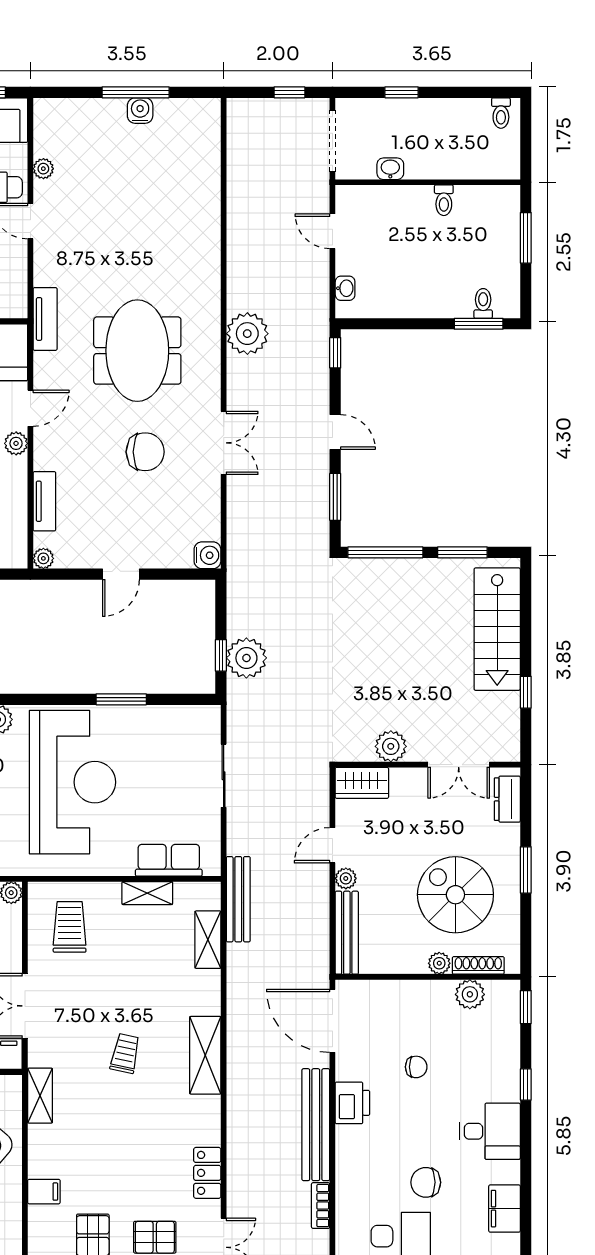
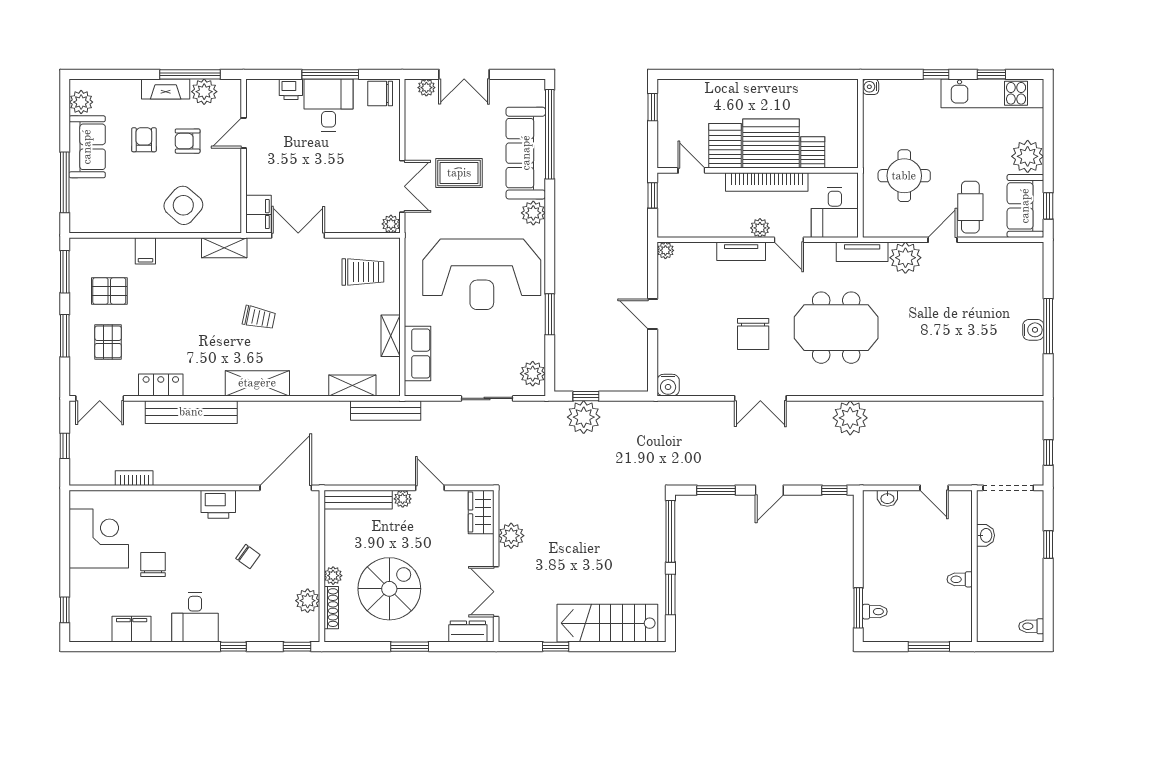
plant: (43, 169) -> (905, 258), moved, width x1.88, depth x1.88
door: (332, 231) -> (934, 488), swing flipped
tv unit: (44, 501) -> (741, 251), moved
plant: (193, 720) -> (533, 374), added
chair: (416, 1067) -> (248, 557), turned -54
bench: (316, 1125) -> (191, 412), moved

